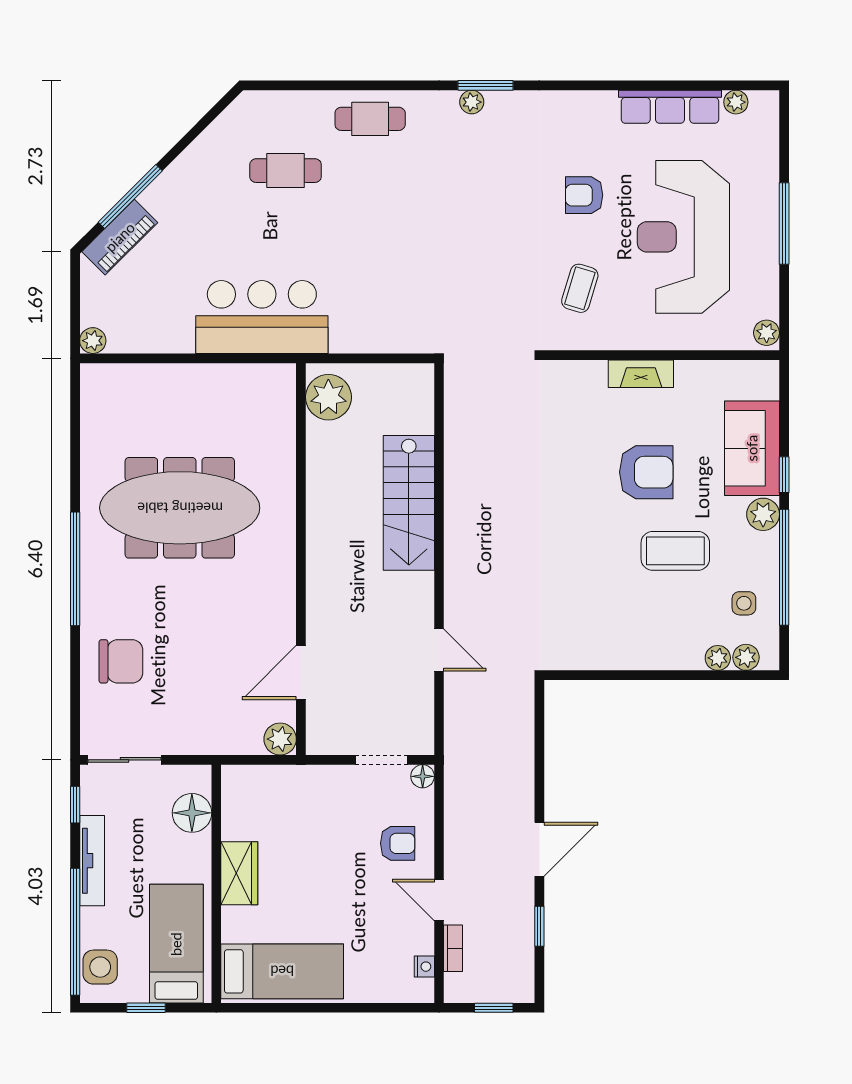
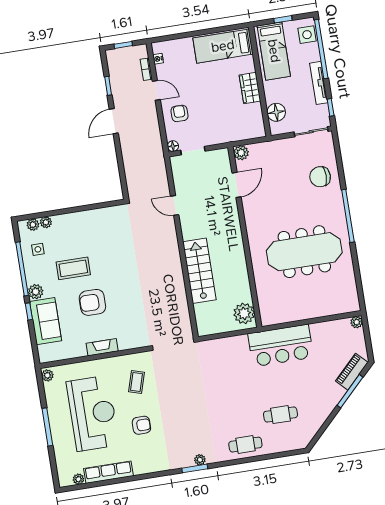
armchair: (398, 843) -> (179, 113), turned 90

